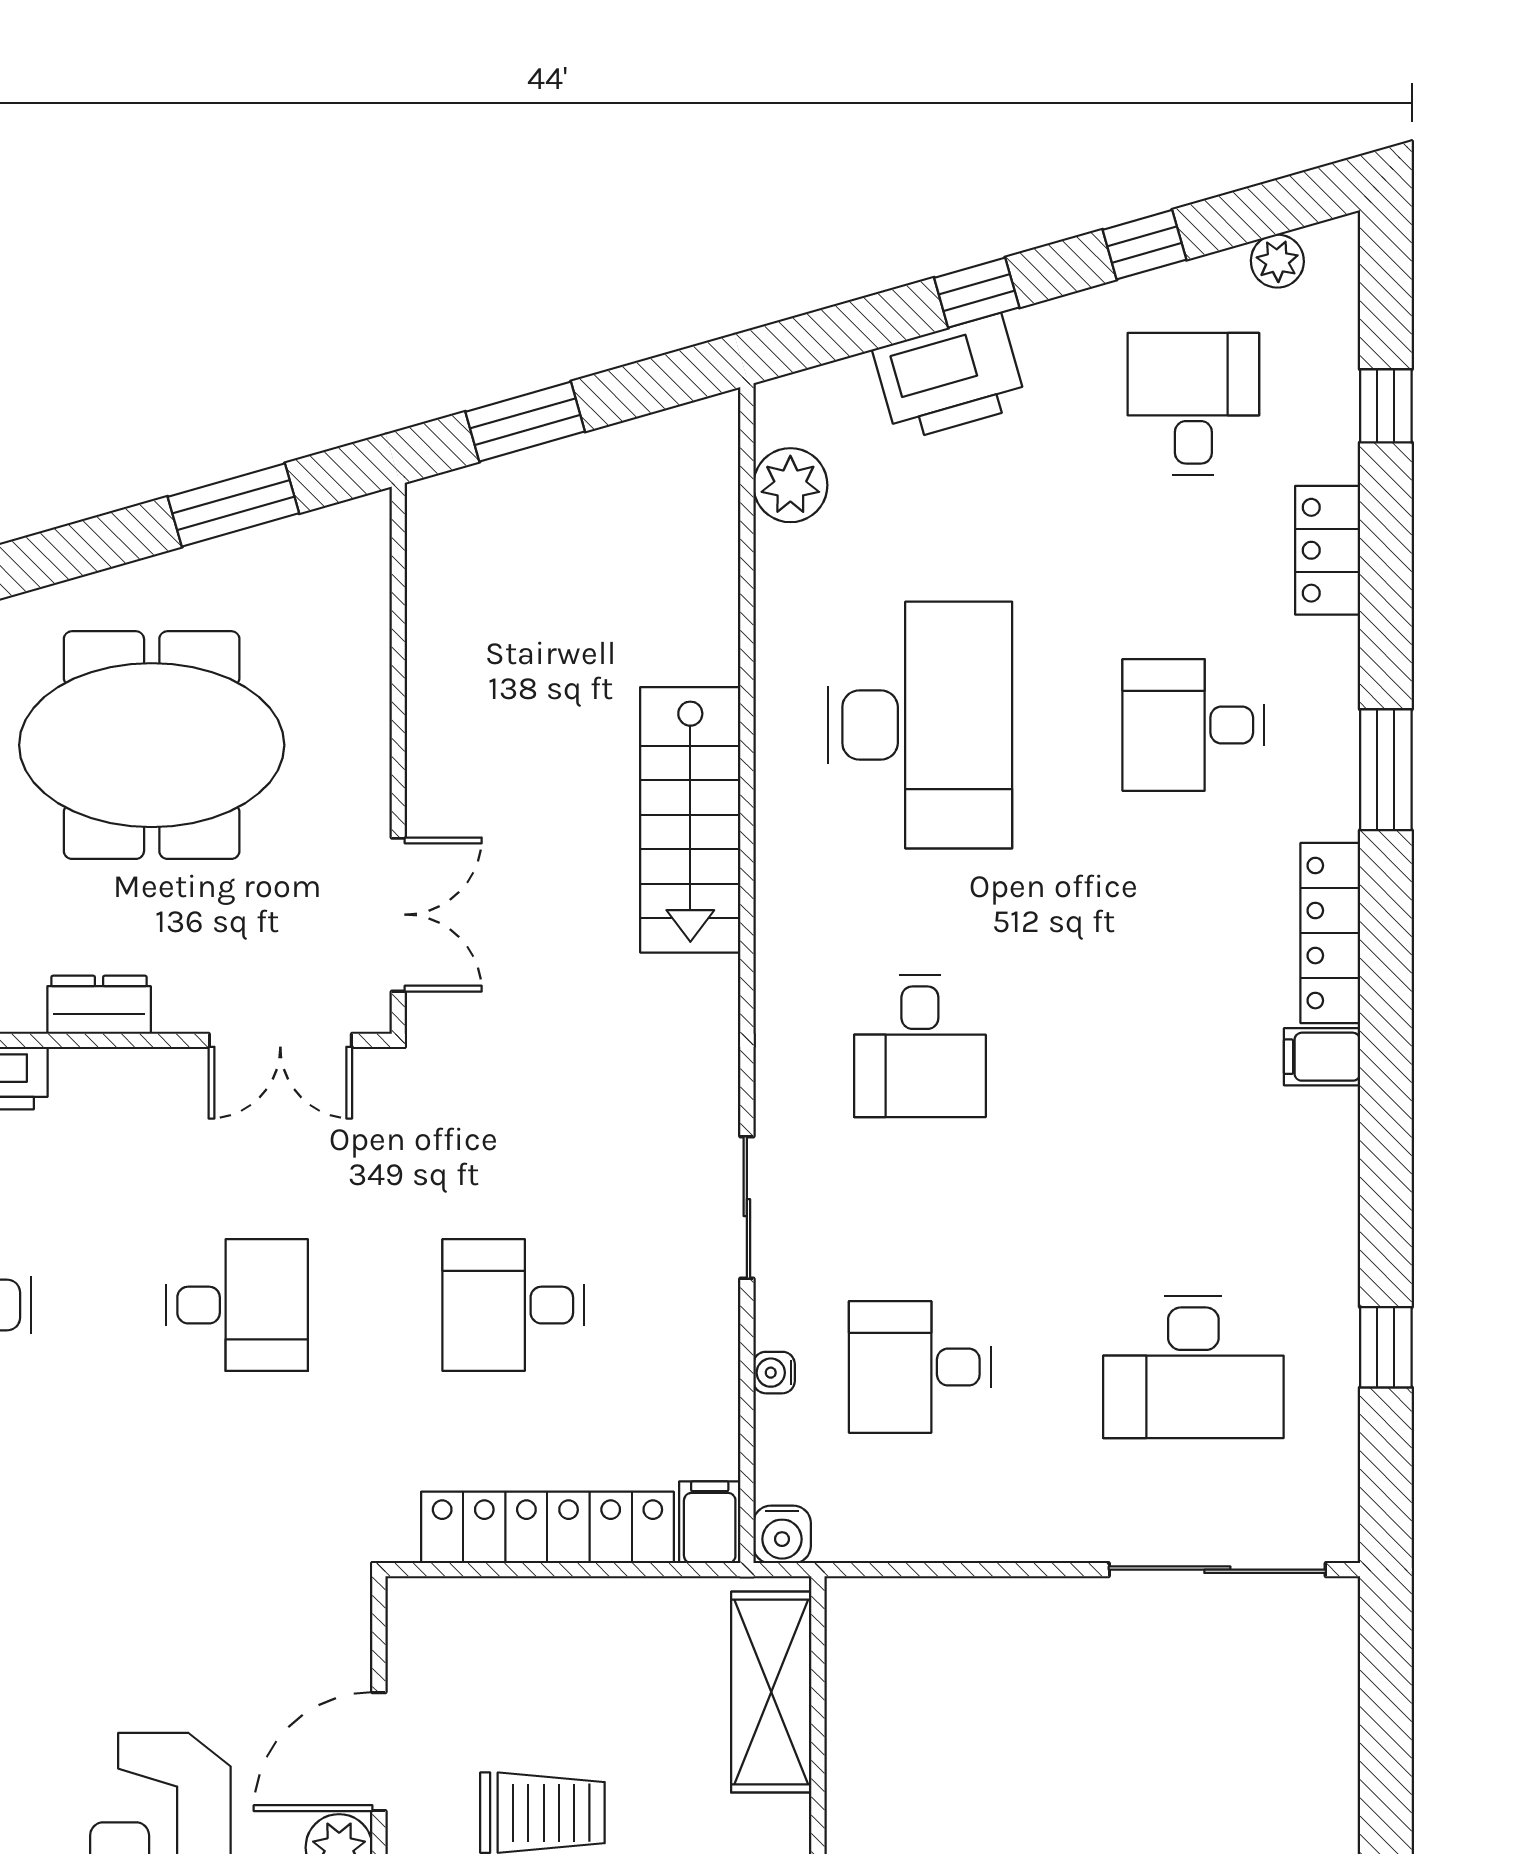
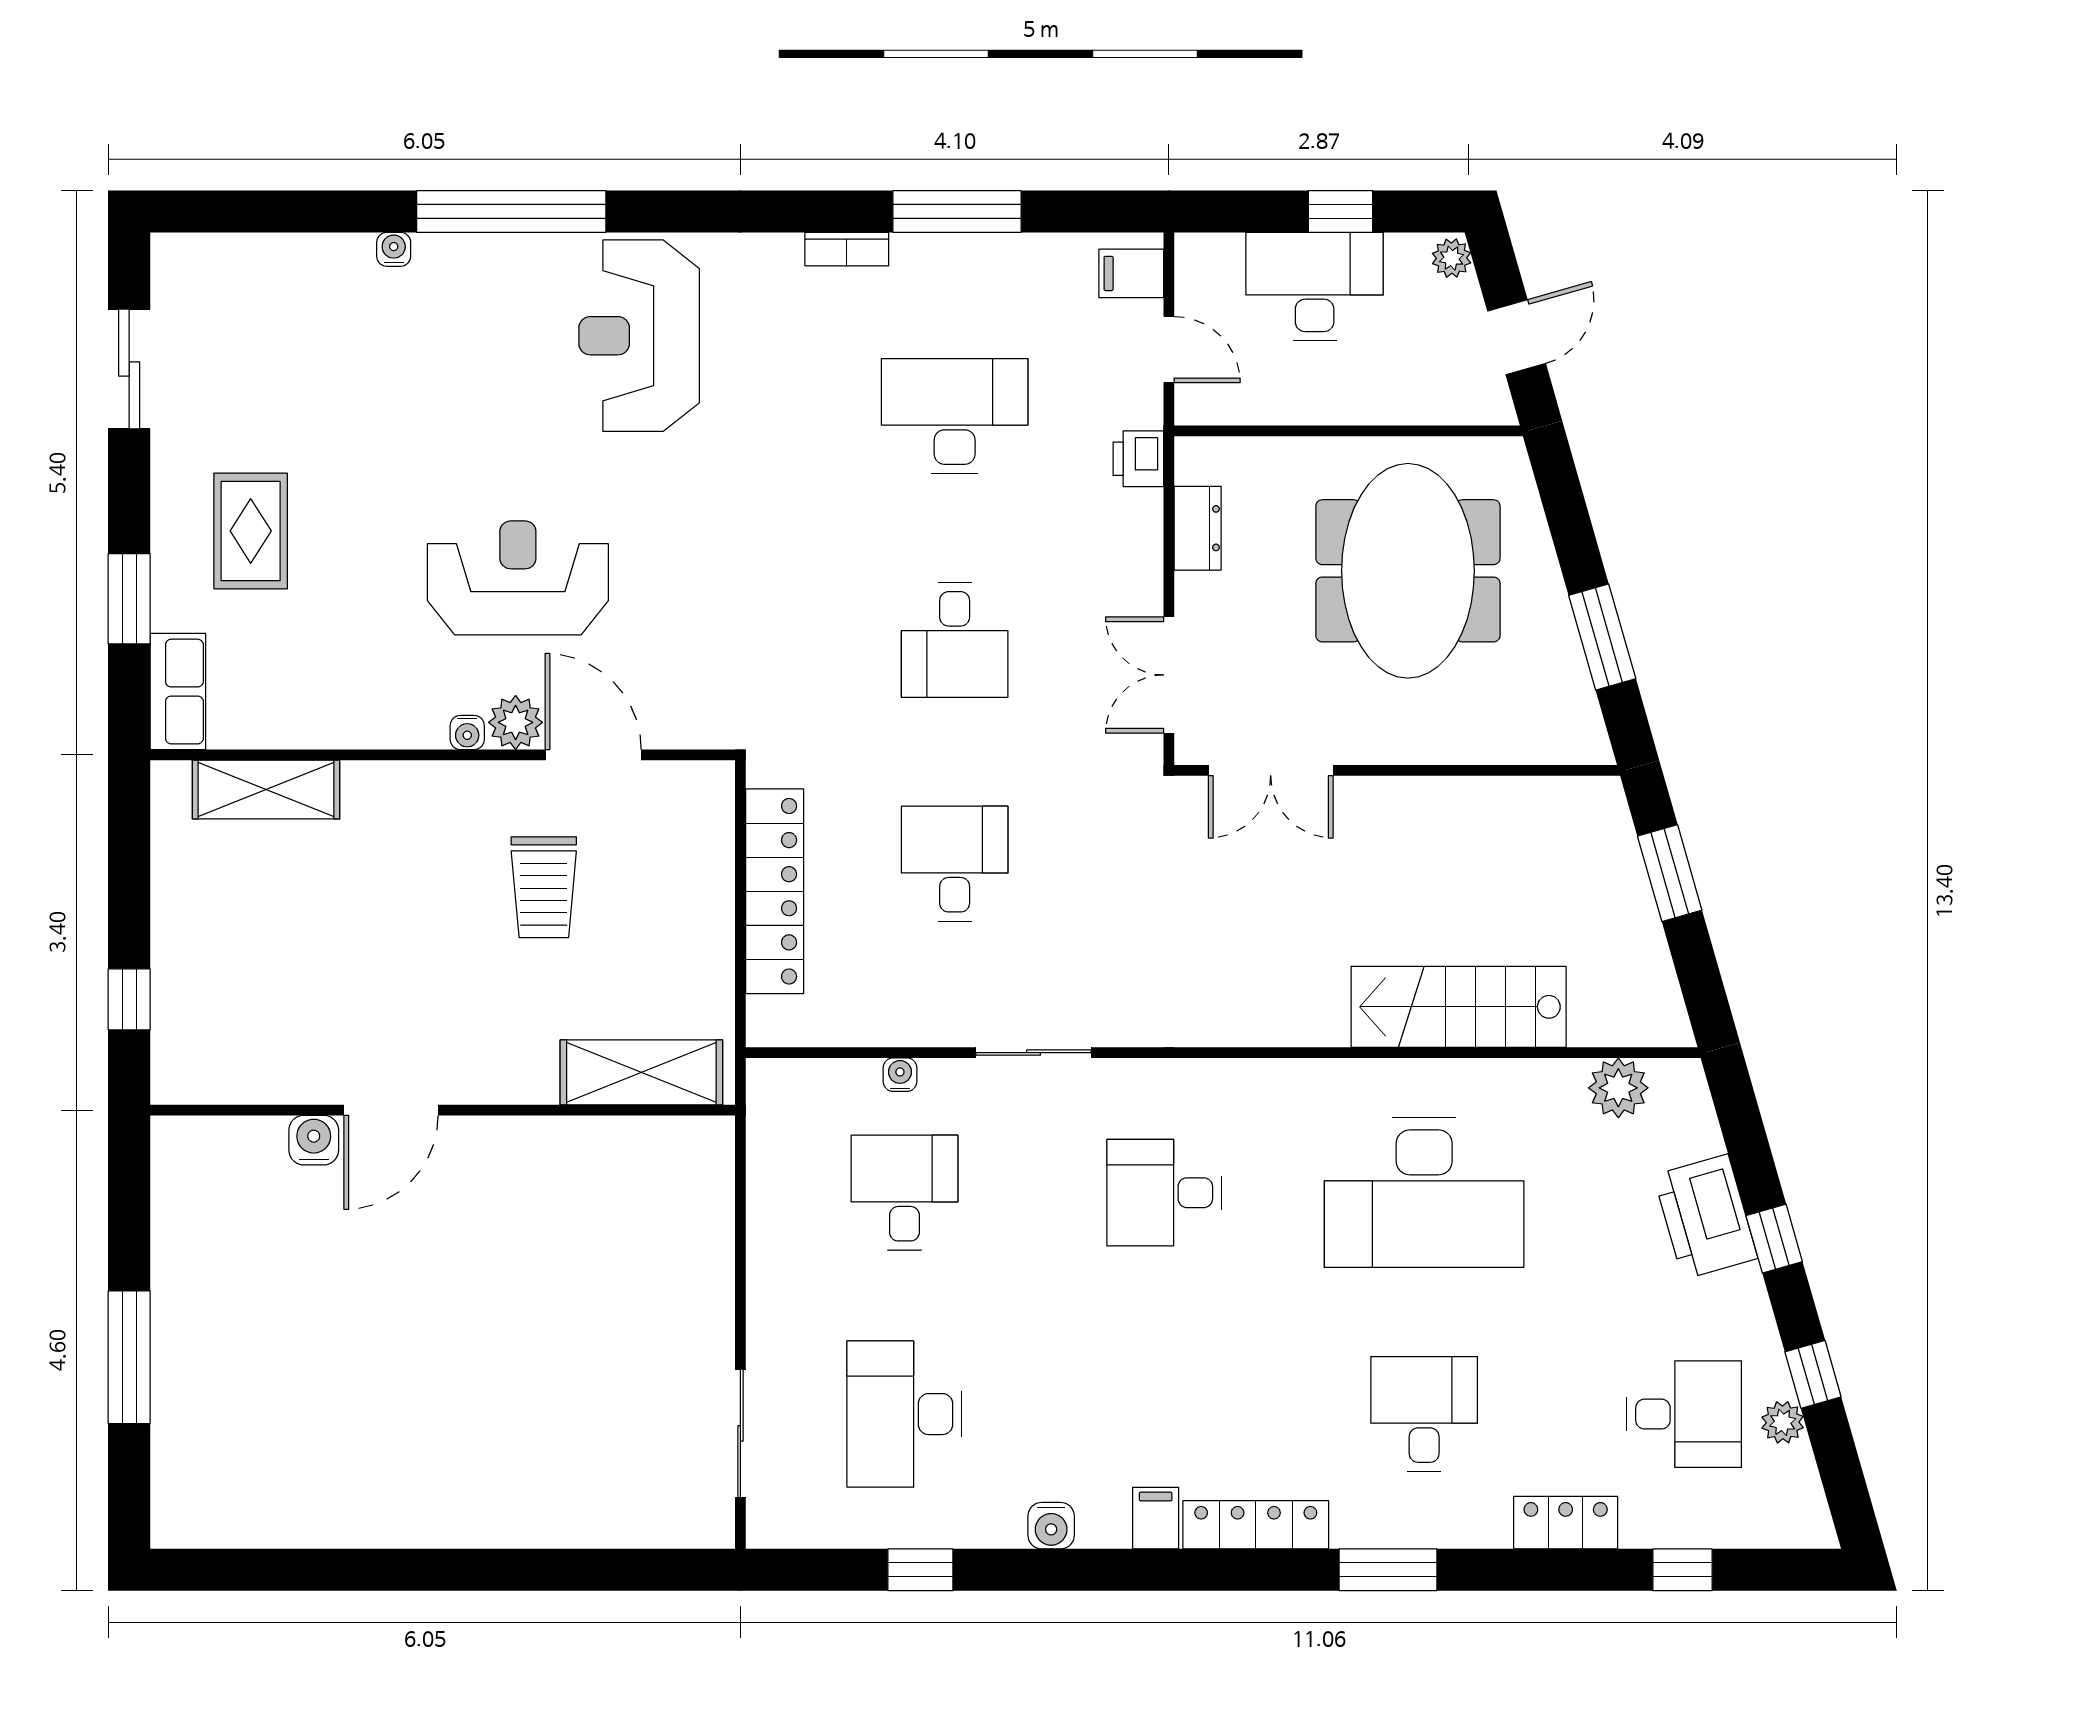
plant: (1277, 261) -> (1783, 1422), moved
stairs: (690, 820) -> (1459, 1007), moved
filing cabinet: (710, 1522) -> (779, 1023), removed
water cooler: (782, 1534) -> (1051, 1526), moved, turned -90
sliding door: (1217, 1570) -> (740, 1433), width x0.73

